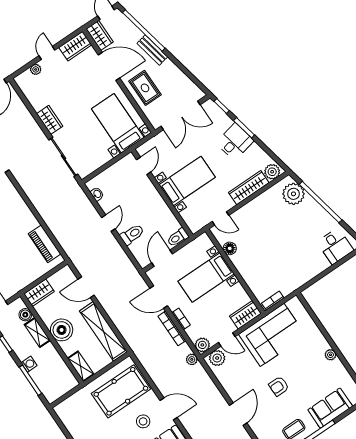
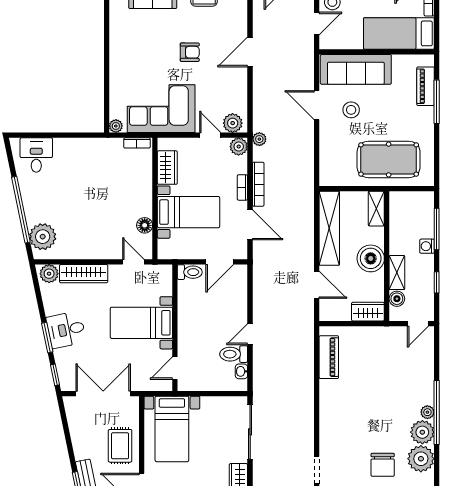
toilet: (132, 234) -> (234, 354), moved
wardrobe: (245, 315) -> (167, 168), moved, turned -90
plant: (330, 355) -> (116, 126), moved
pool table: (121, 391) -> (389, 159), moved

